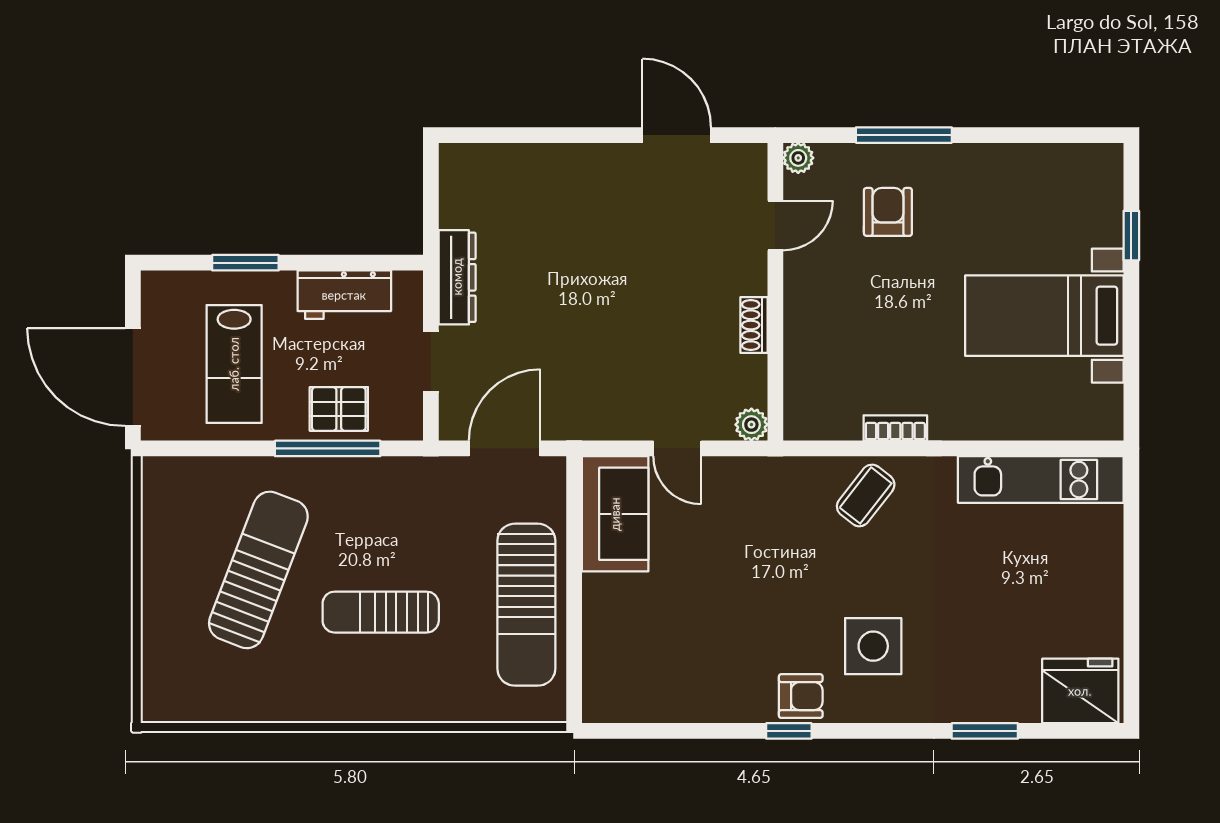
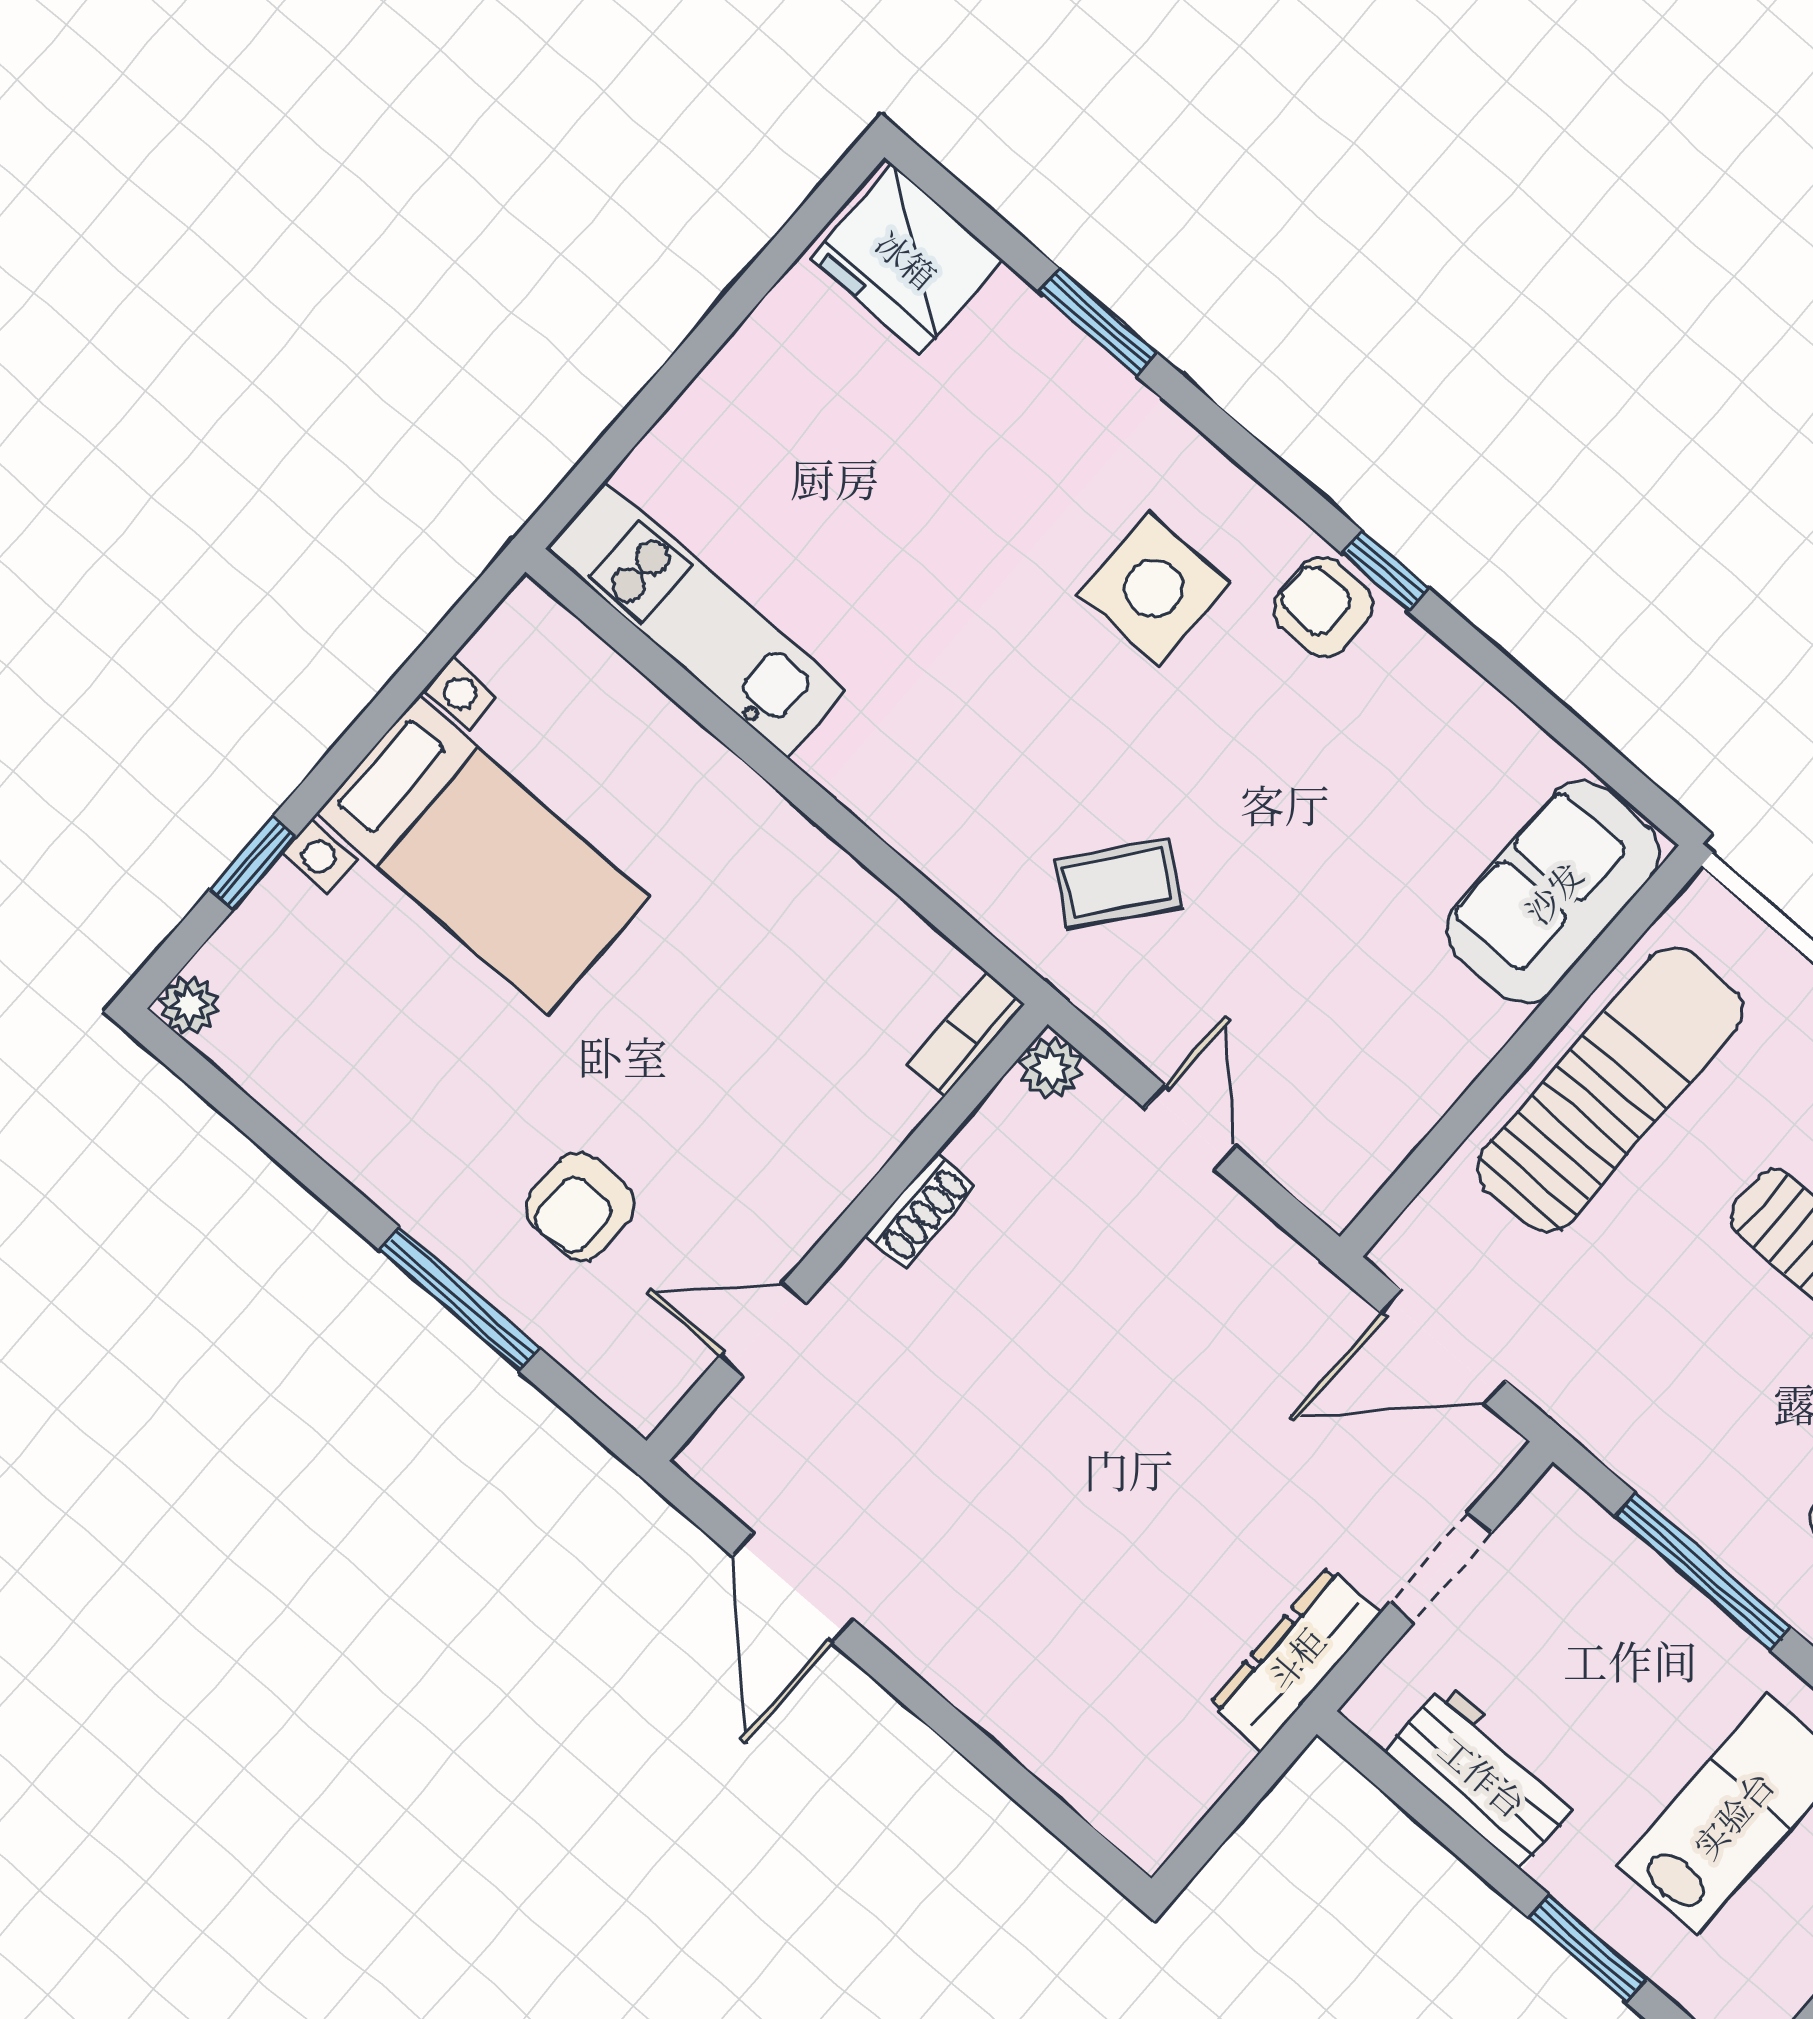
plant: (798, 158) -> (188, 1005), moved
pallet: (339, 409) -> (1636, 1615), removed
bookcase: (895, 428) -> (966, 1034), moved, turned 90
coffee table: (866, 495) -> (1118, 883), moved
sofa: (615, 514) -> (1553, 892), moved

